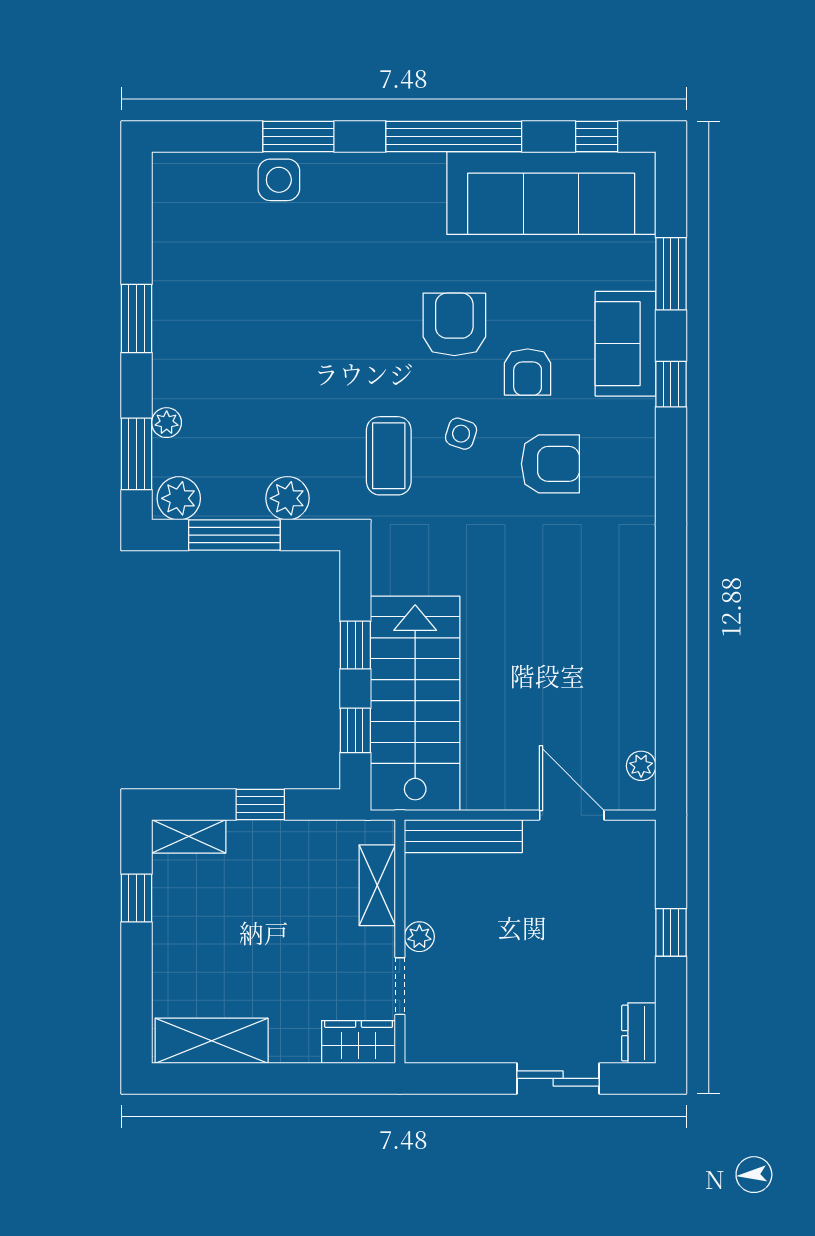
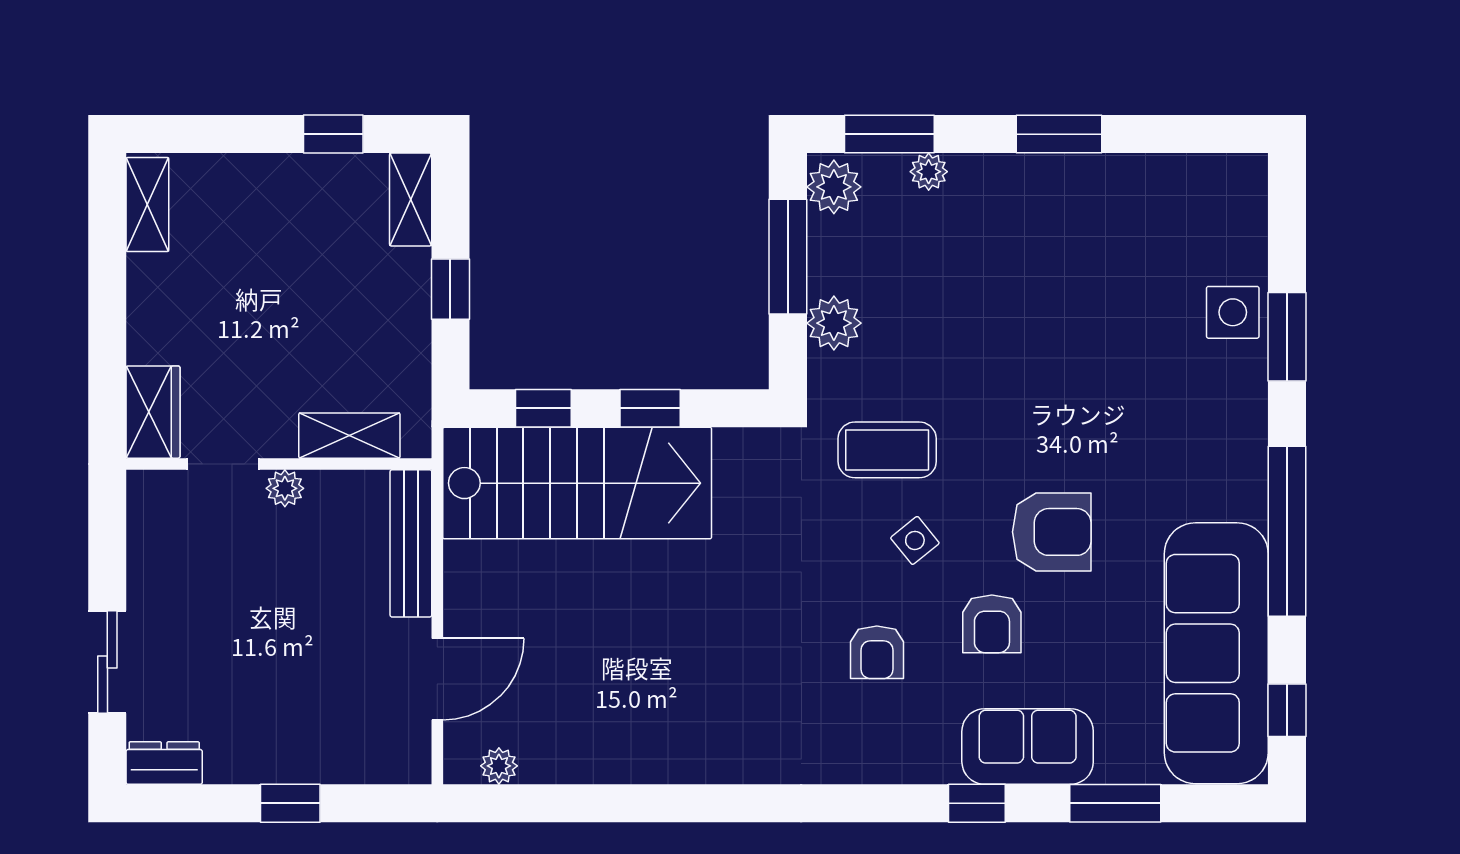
armchair: (528, 372) -> (992, 624), turned -90
side table: (461, 434) -> (915, 540), turned 33
armchair: (550, 464) -> (877, 652), width x0.72, depth x0.72
shelving: (212, 1041) -> (147, 204), width x0.67, depth x0.75

